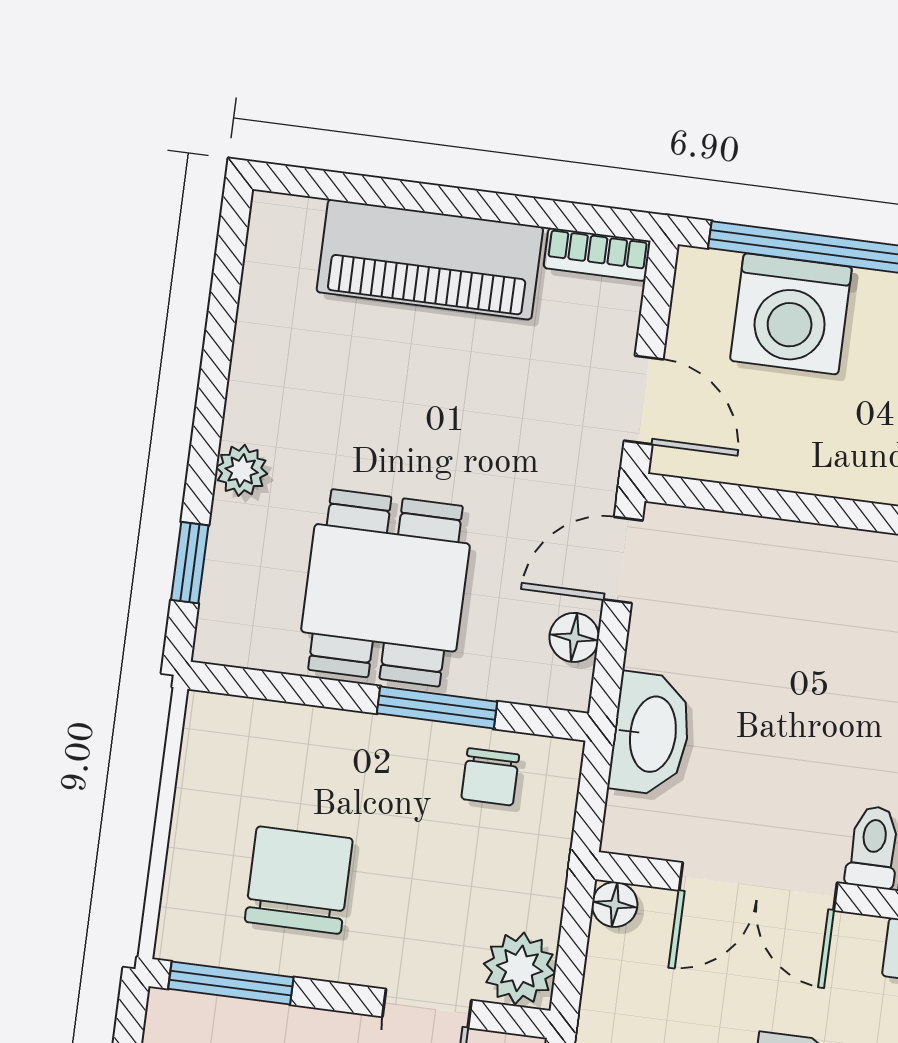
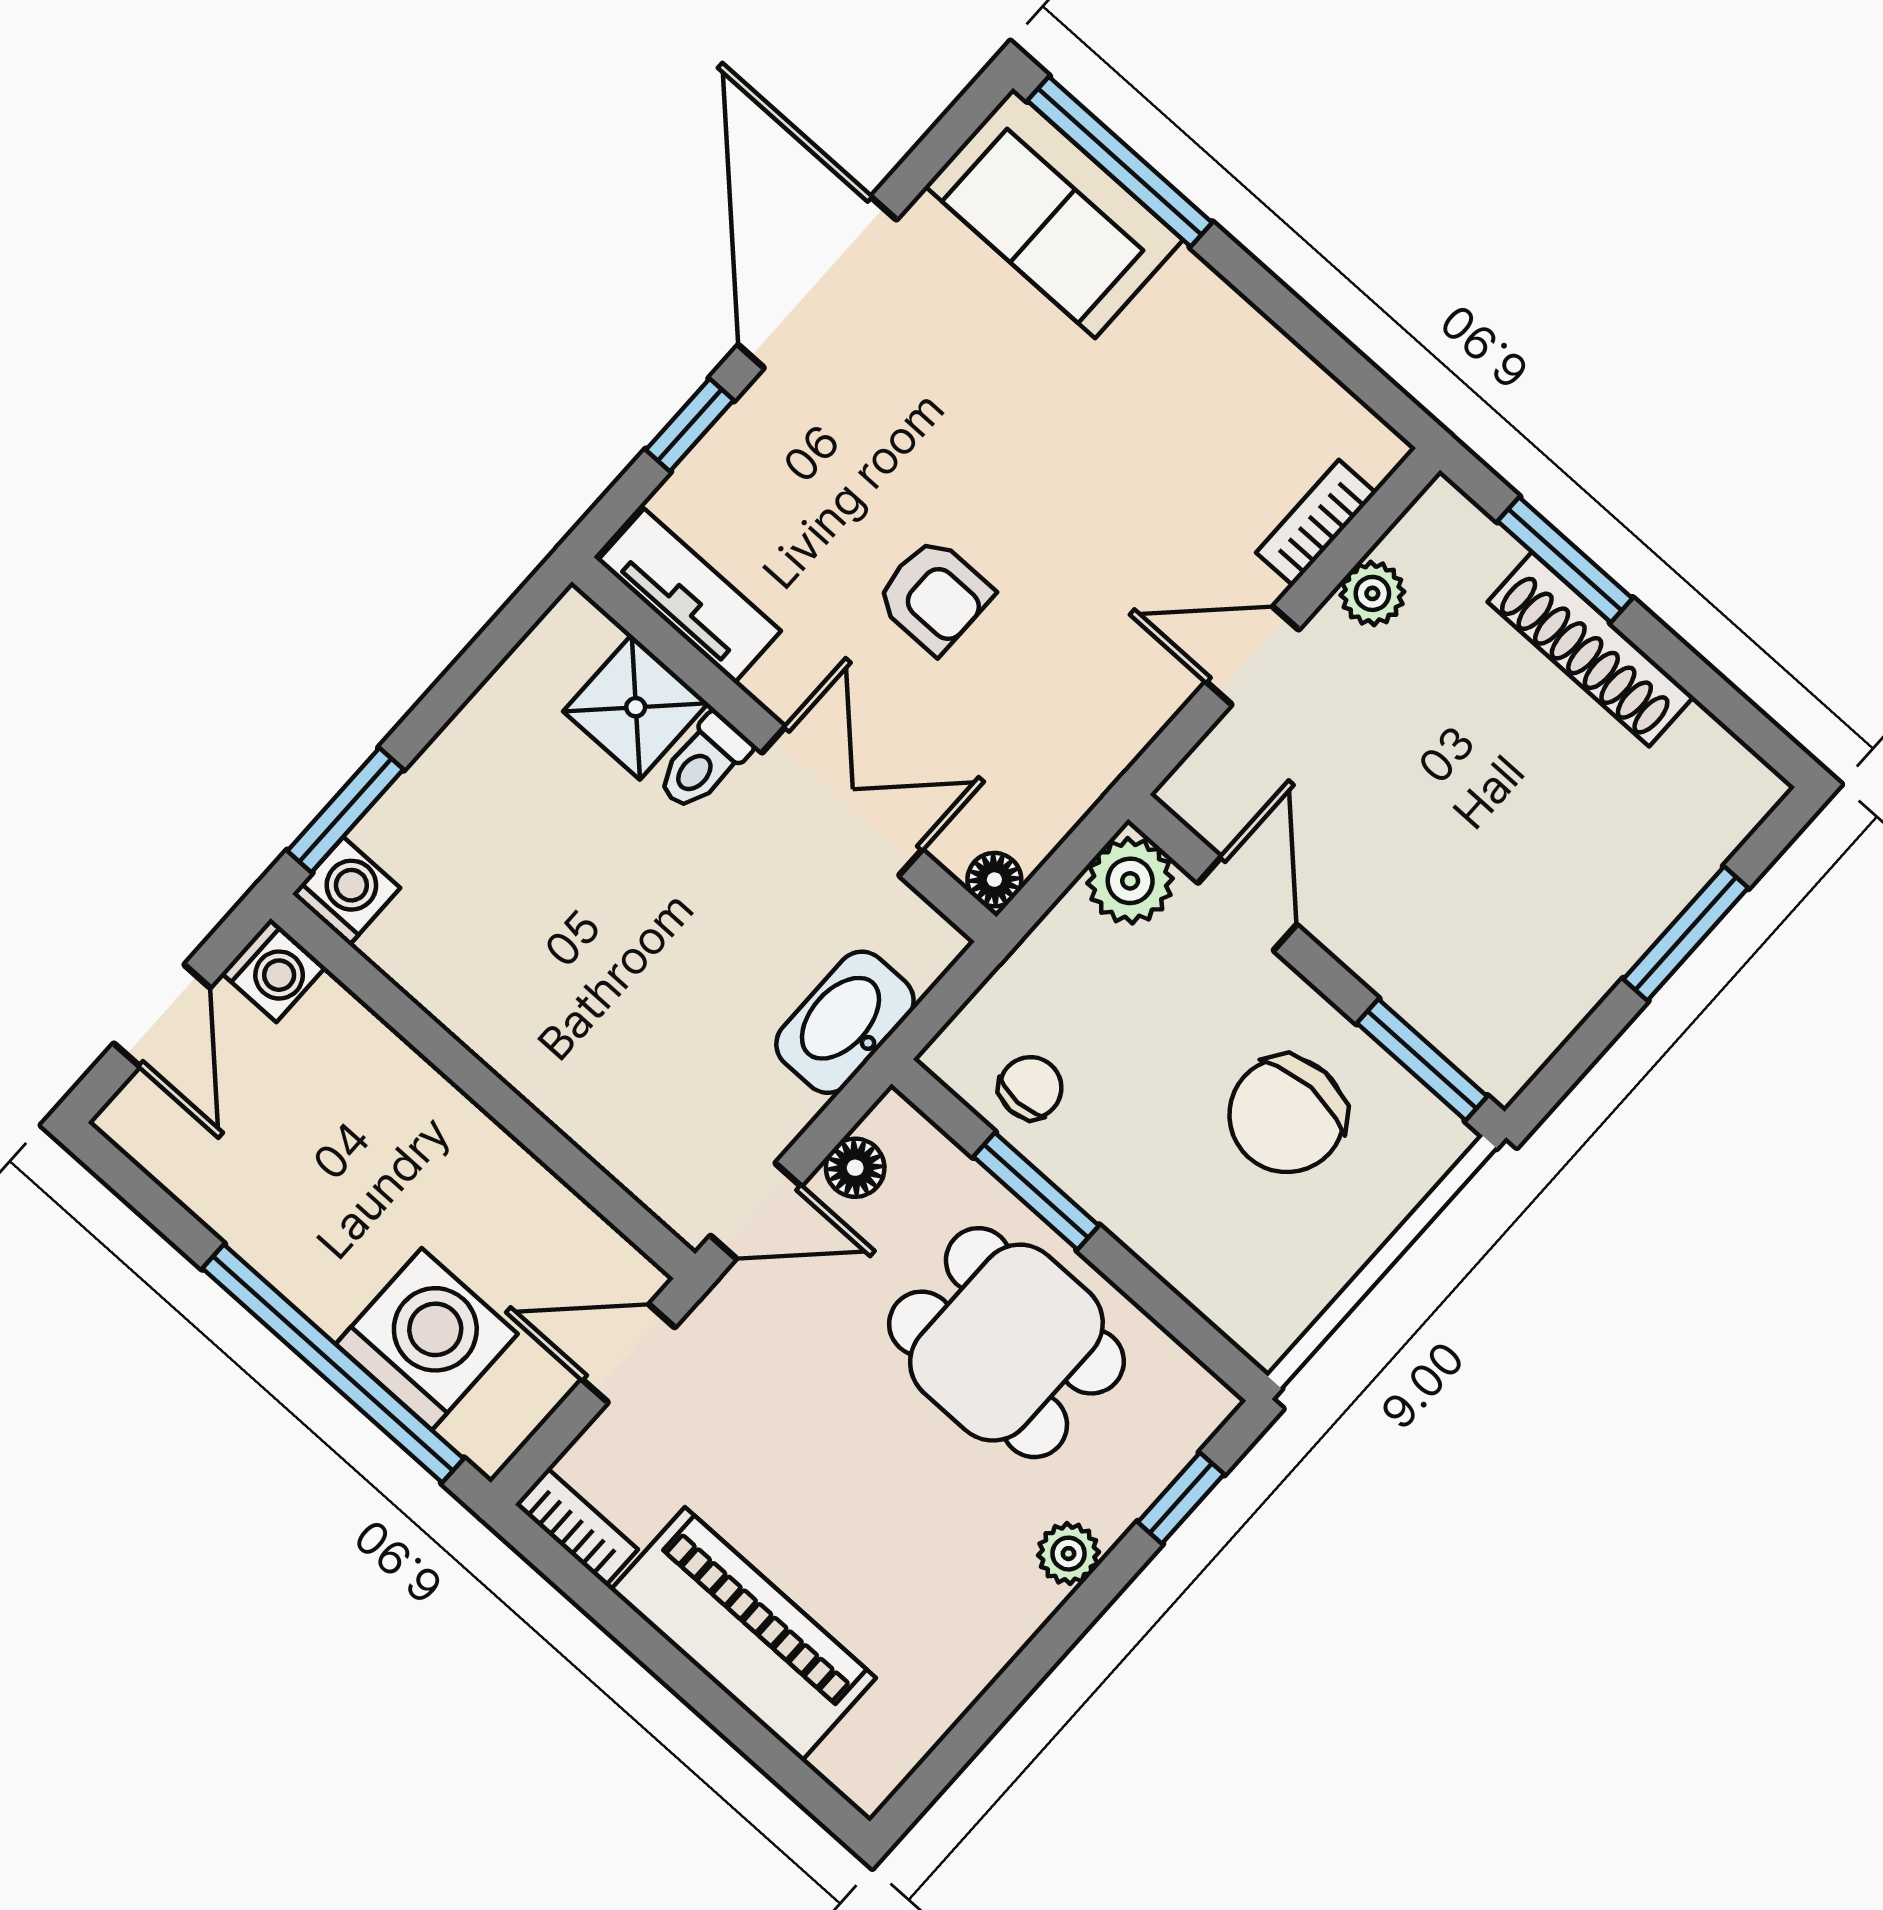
door: (644, 400) -> (628, 1353), hinge flipped
dining table: (385, 588) -> (1006, 1343), turned 90

